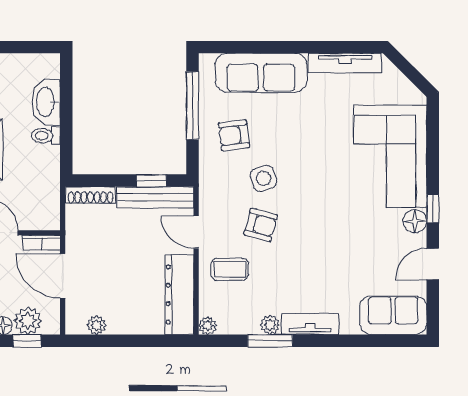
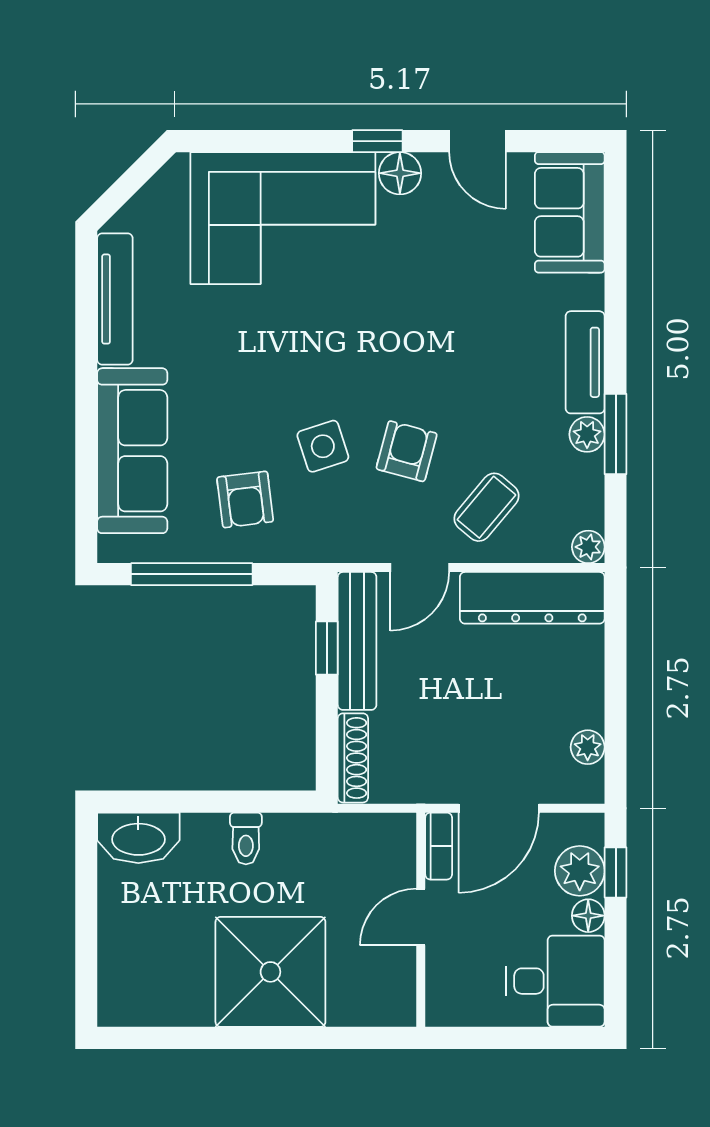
washbasin: (46, 102) -> (138, 838), moved
coffee table: (230, 269) -> (487, 507), turned 40

